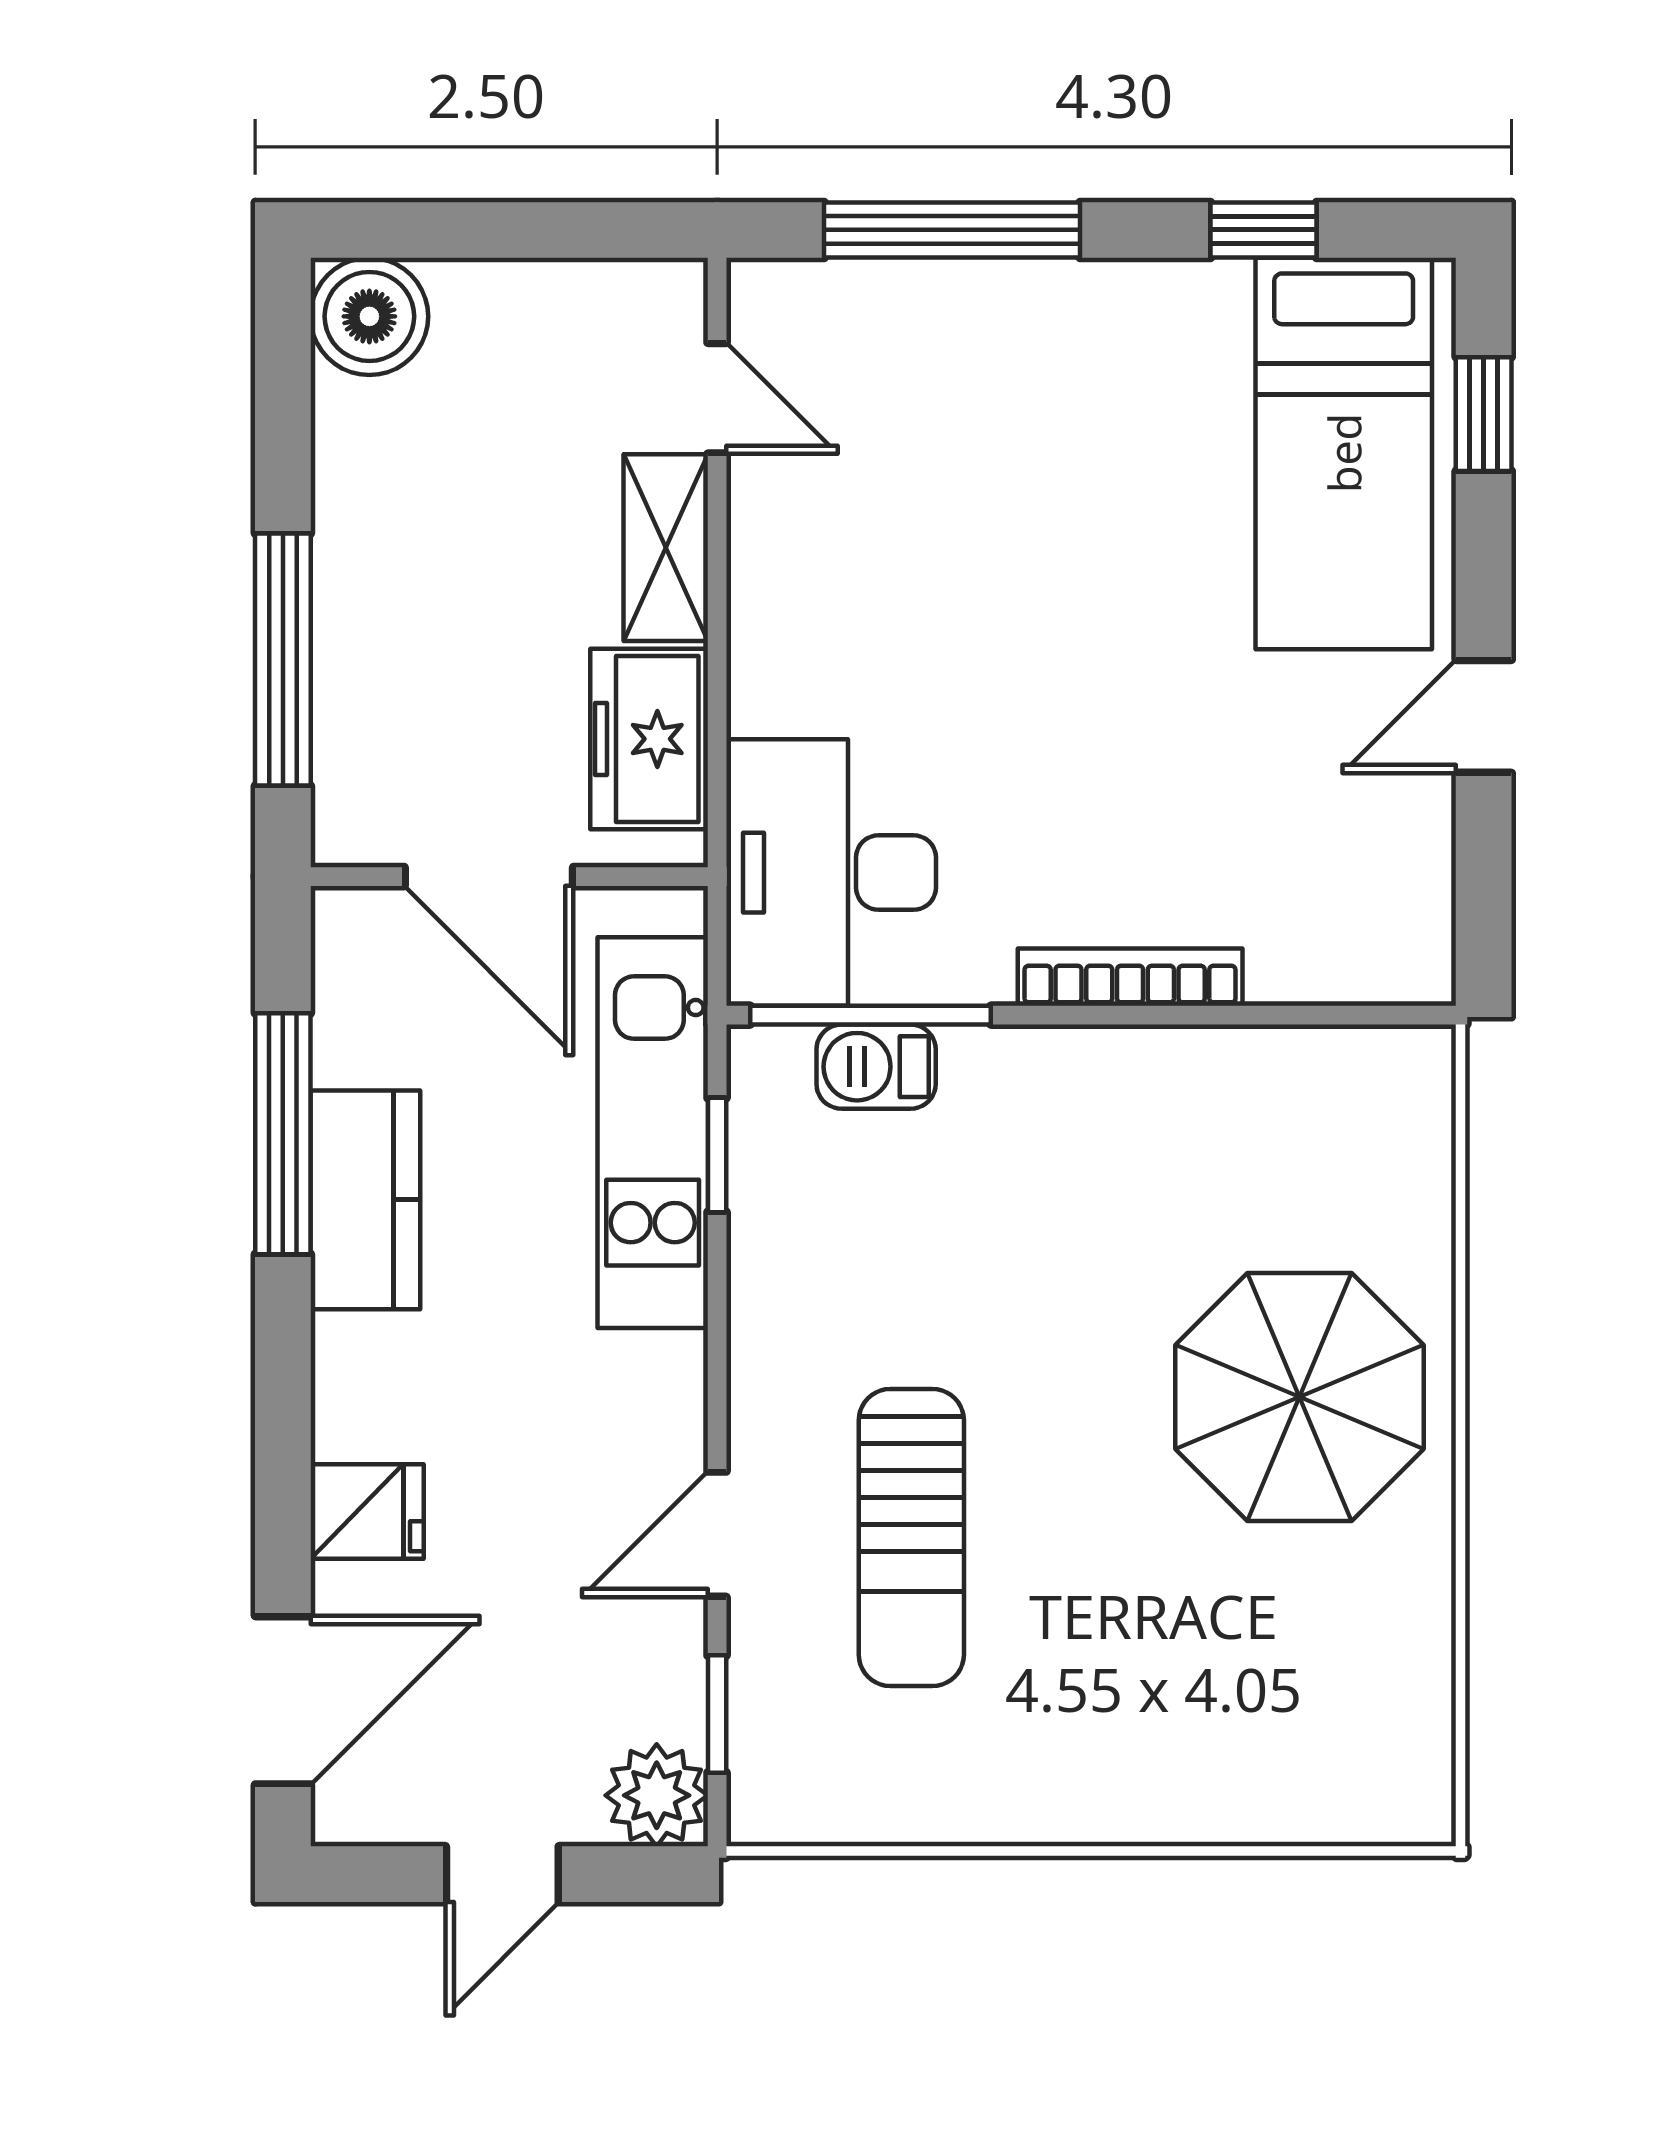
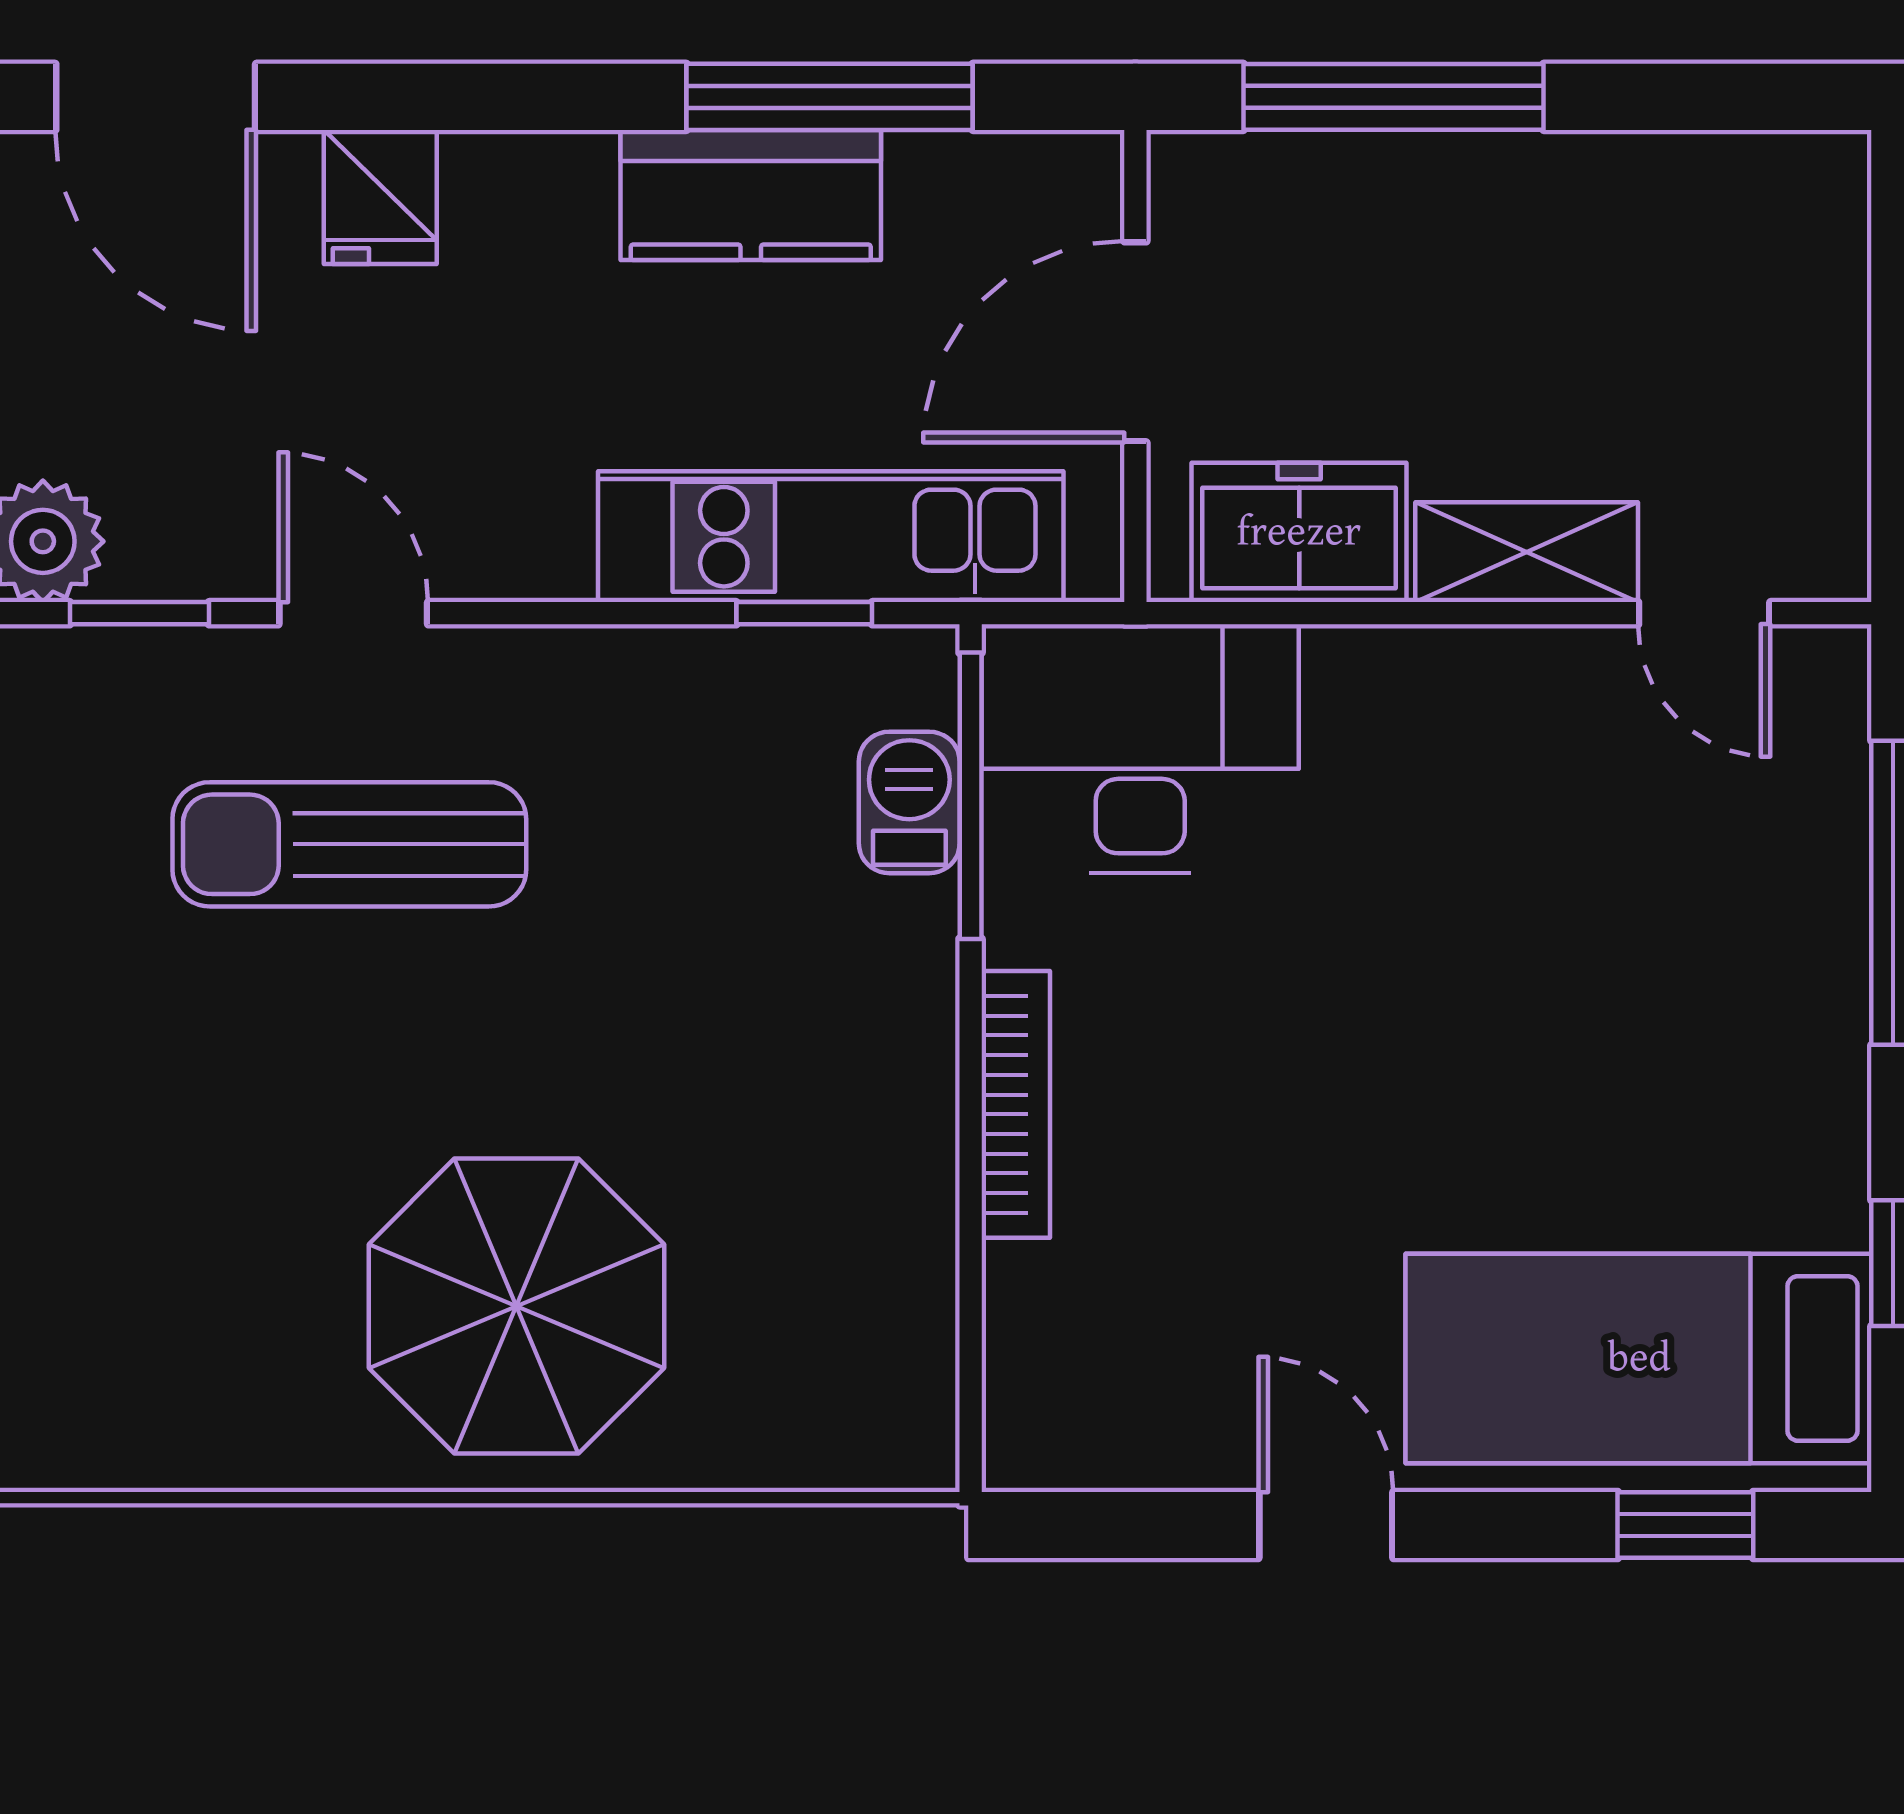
boiler: (369, 316) -> (1802, 200), removed
door: (717, 398) -> (1704, 613), hinge flipped

